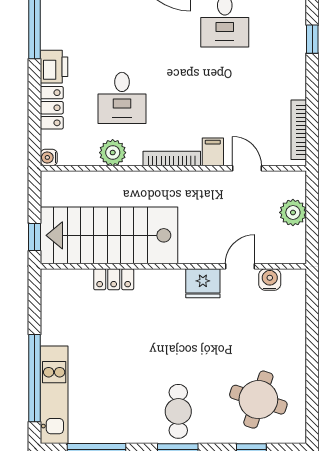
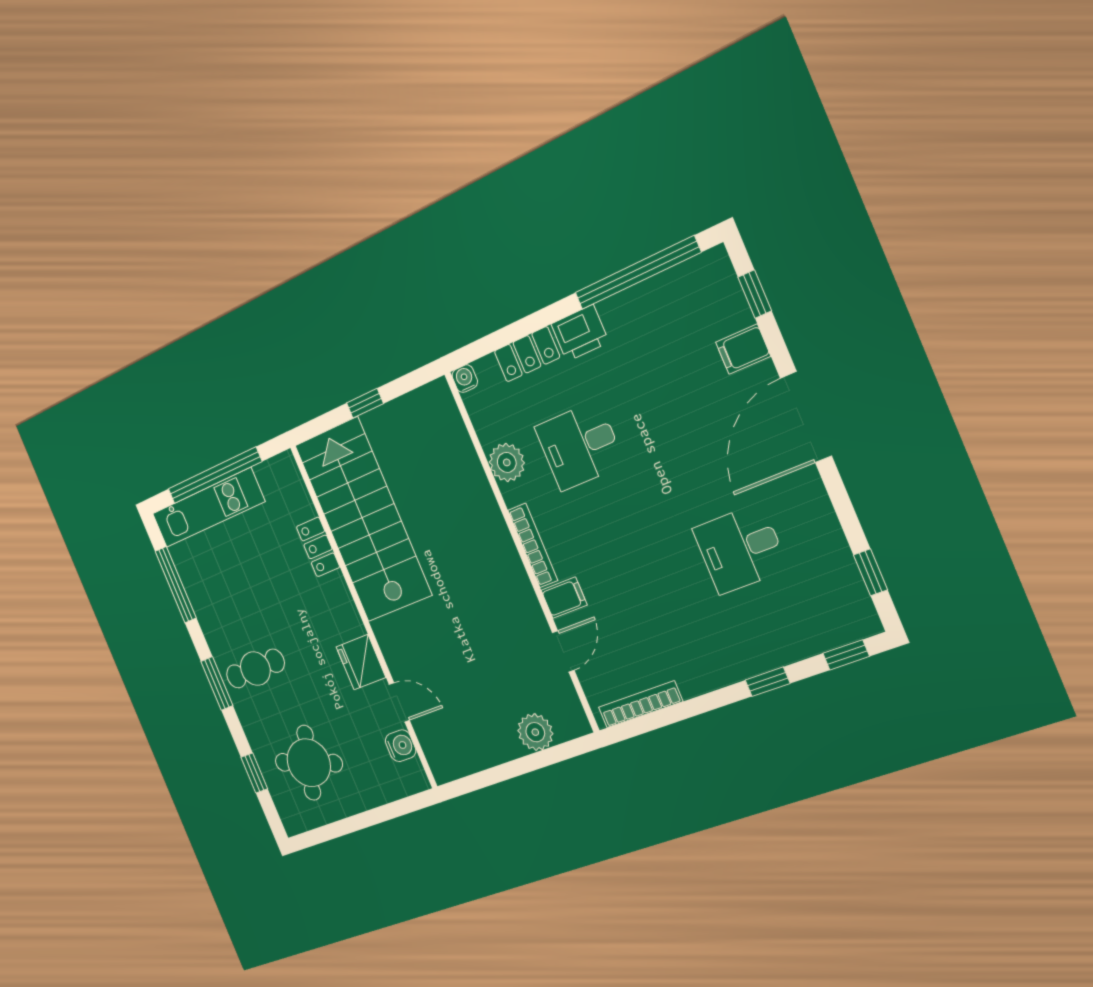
stairs: (109, 235) -> (363, 520), moved
wall: (173, 266) -> (364, 617), moved
door: (240, 266) -> (399, 702), moved
locker: (114, 279) -> (318, 547), moved
water cooler: (270, 279) -> (401, 746), moved
fridge: (203, 283) -> (361, 662), moved

